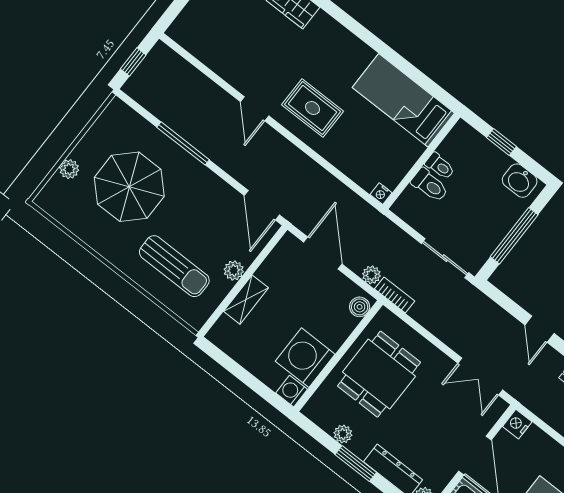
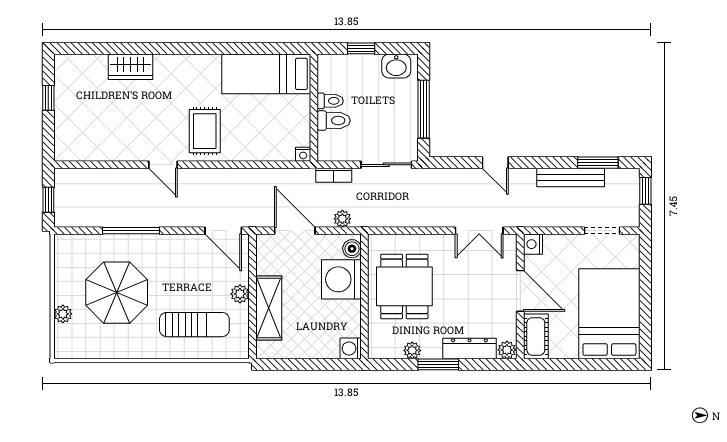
rug: (313, 108) -> (205, 131), turned 90
bookcase: (395, 295) -> (334, 175), moved, turned 180
shelving: (246, 300) -> (269, 308), width x1.50, depth x1.33
washing machine: (305, 358) -> (341, 279), moved

